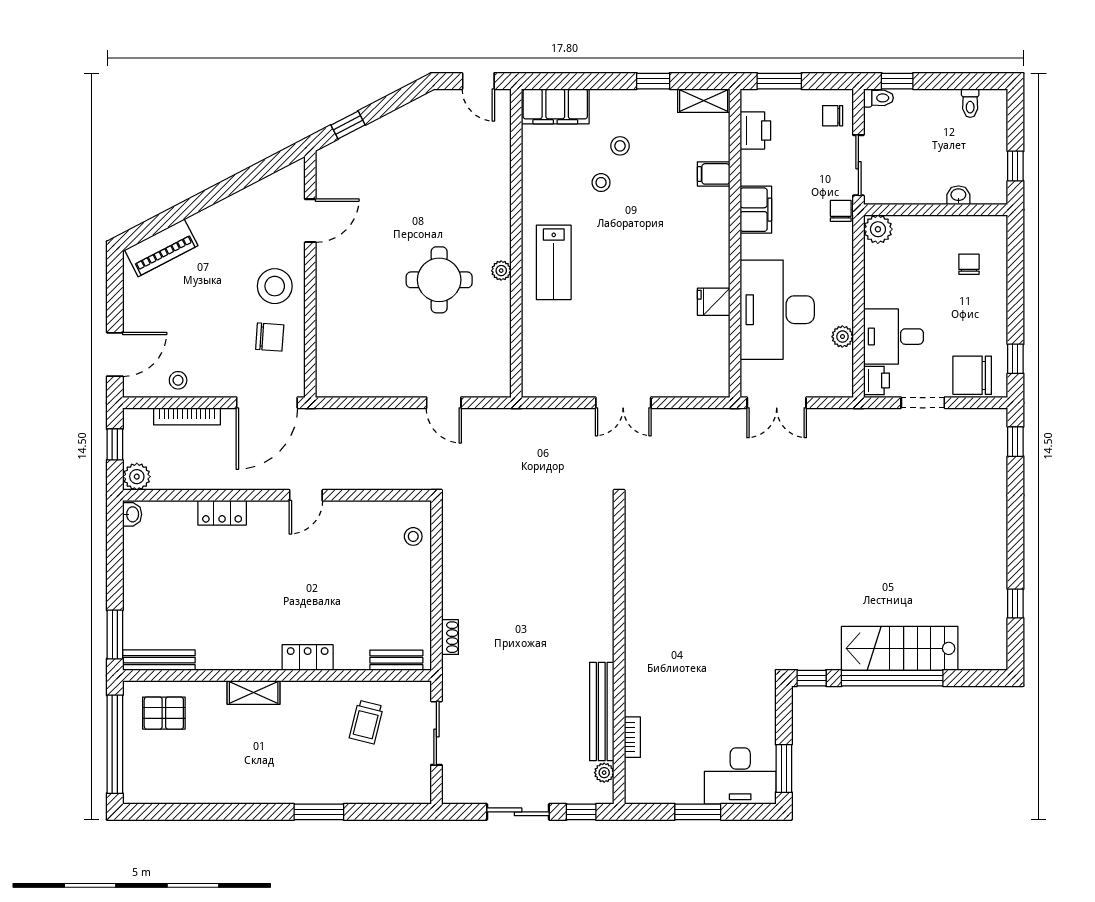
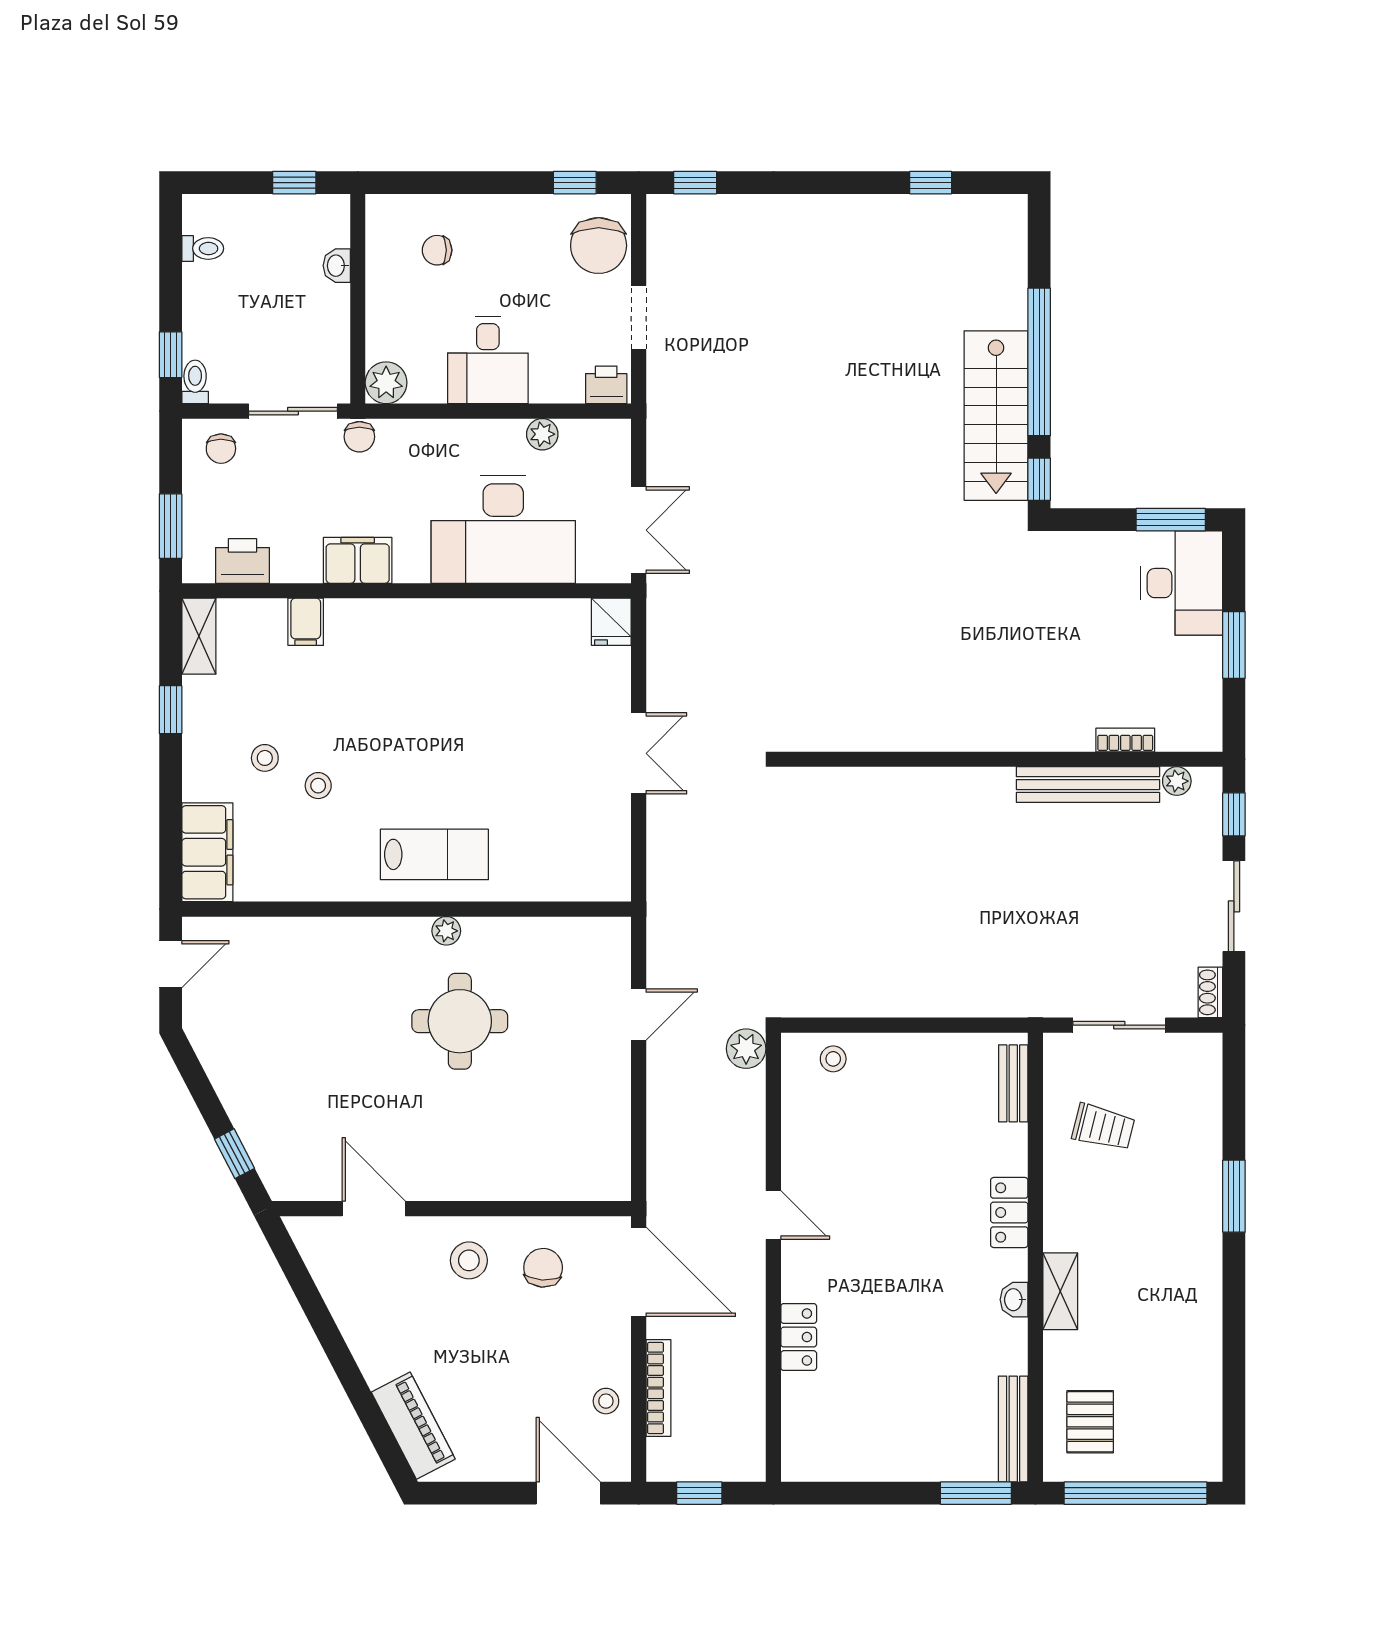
chair: (841, 211) -> (359, 437), turned -90
stool: (275, 286) -> (469, 1260), width x0.73, depth x0.73
fridge: (714, 302) -> (611, 622), moved
desk: (893, 337) -> (488, 360), moved
plant: (137, 477) -> (746, 1049), moved
washbasin: (132, 514) -> (1014, 1300), moved, turned -90
shoe rack: (450, 637) -> (1210, 992), moved, turned -90
stairs: (900, 648) -> (996, 416), moved

